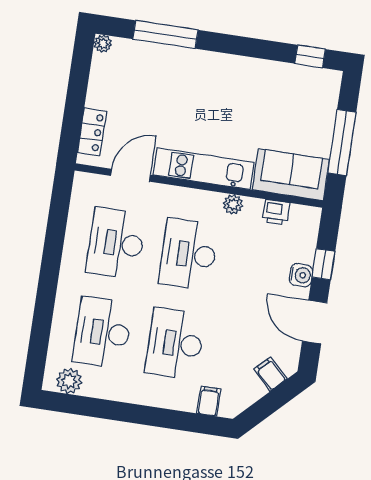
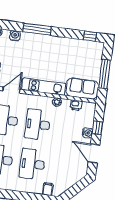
window: (165, 35) -> (37, 29), moved
water cooler: (141, 52) -> (15, 36), added
filing cabinet: (270, 374) -> (75, 177), removed

